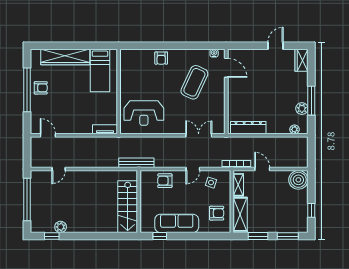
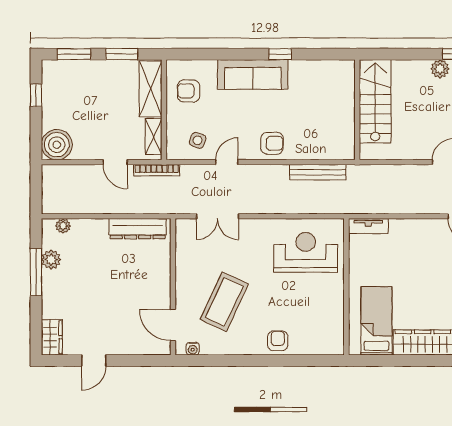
wall: (139, 201) -> (357, 110), moved
stairs: (128, 207) -> (375, 101), moved

